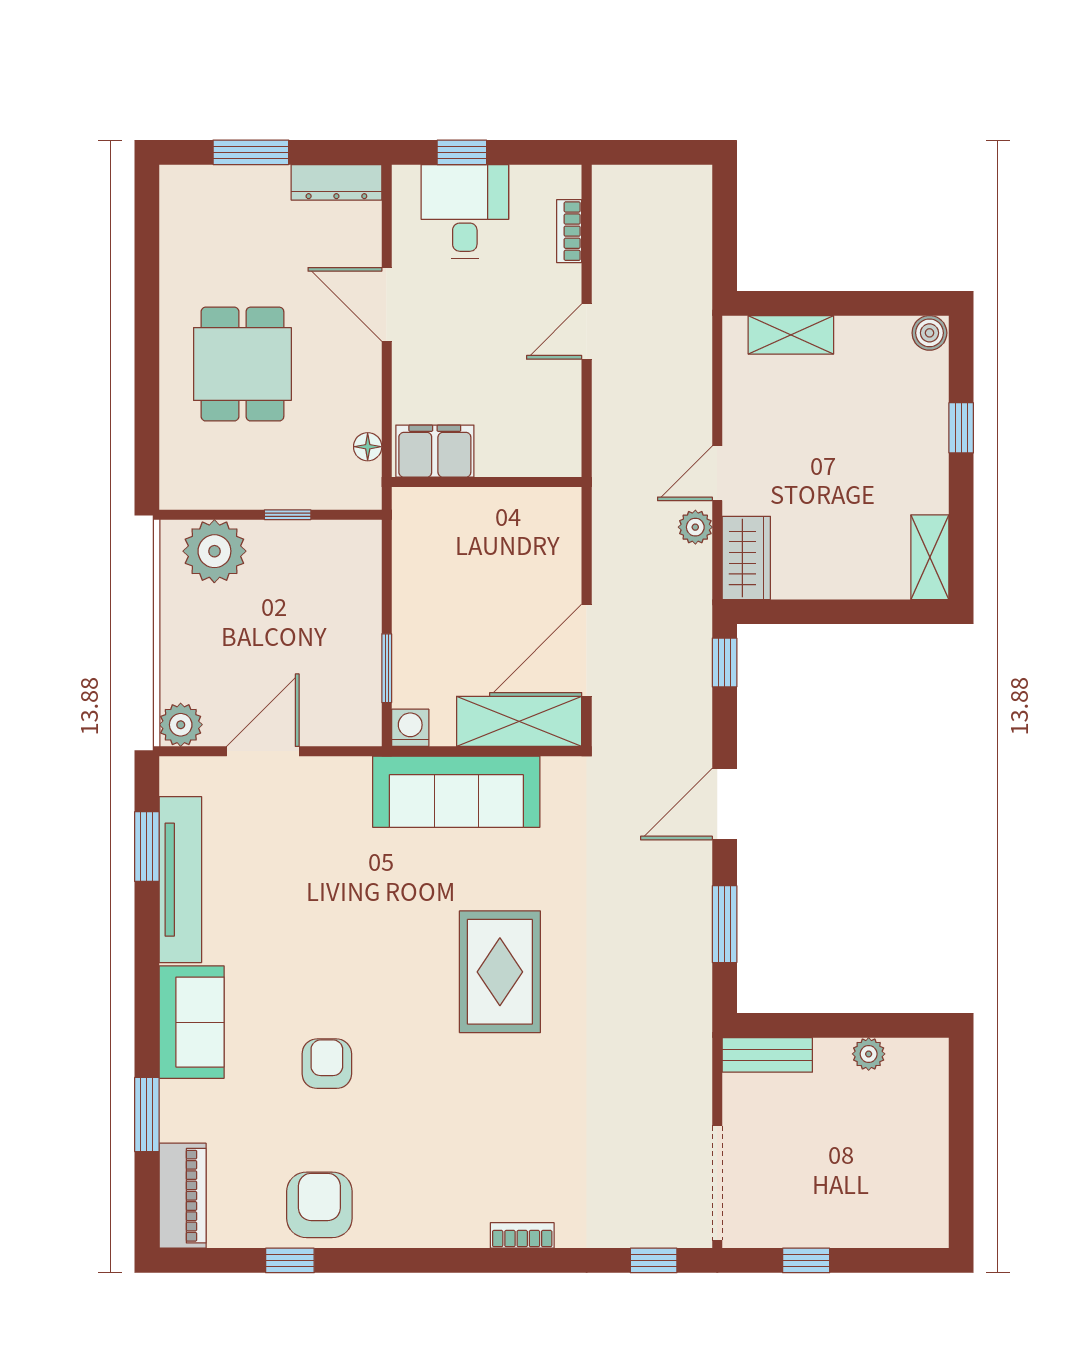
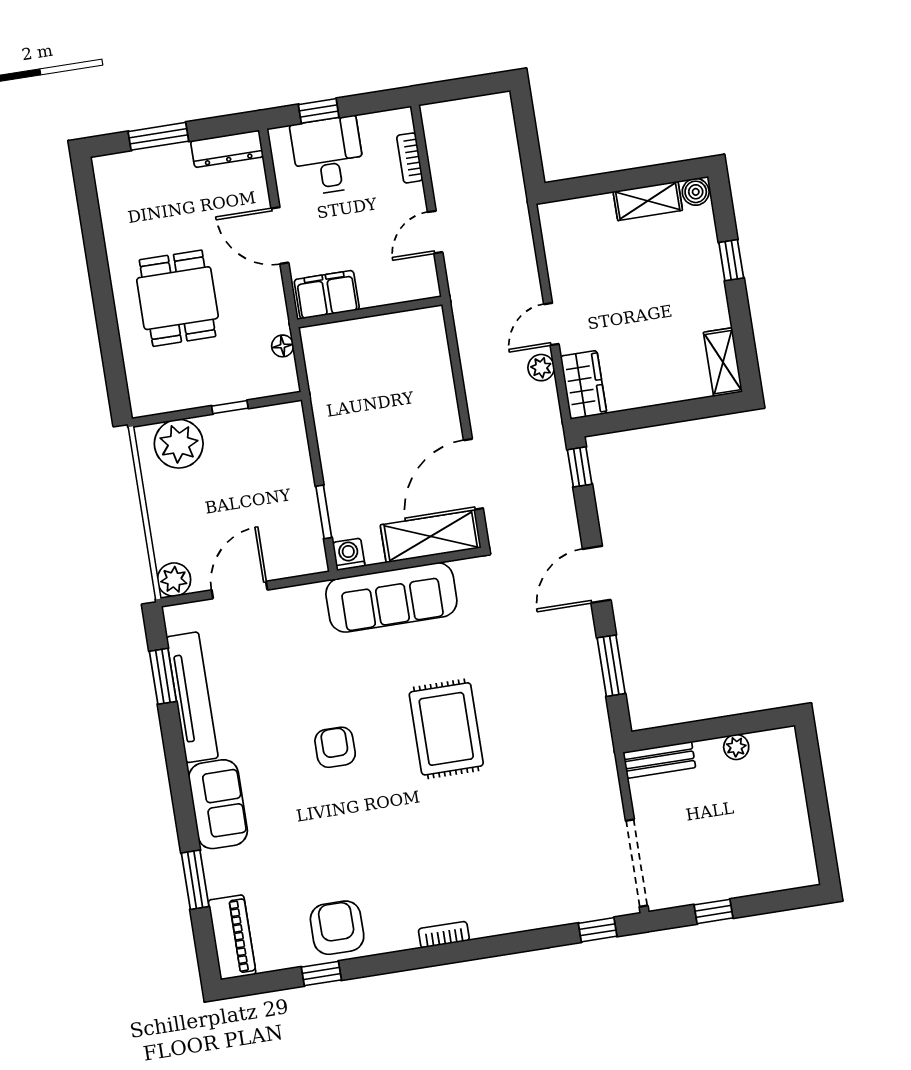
shelving: (791, 335) -> (648, 201), moved
filing cabinet: (435, 451) -> (327, 295), moved
wall: (487, 482) -> (370, 312), moved
armchair: (327, 1064) -> (335, 747), moved
bookcase: (522, 1235) -> (444, 935), moved

